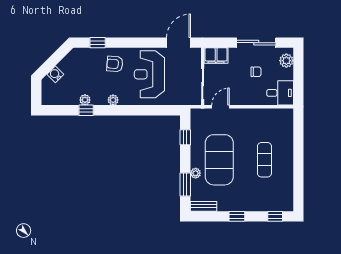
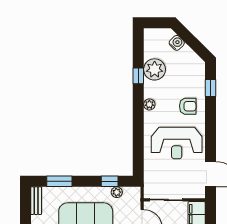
armchair: (115, 64) -> (188, 106), turned 85
reception desk: (149, 74) -> (177, 143), turned 180
plant: (85, 100) -> (155, 69), width x1.88, depth x1.88
plant: (196, 173) -> (117, 192), moved

